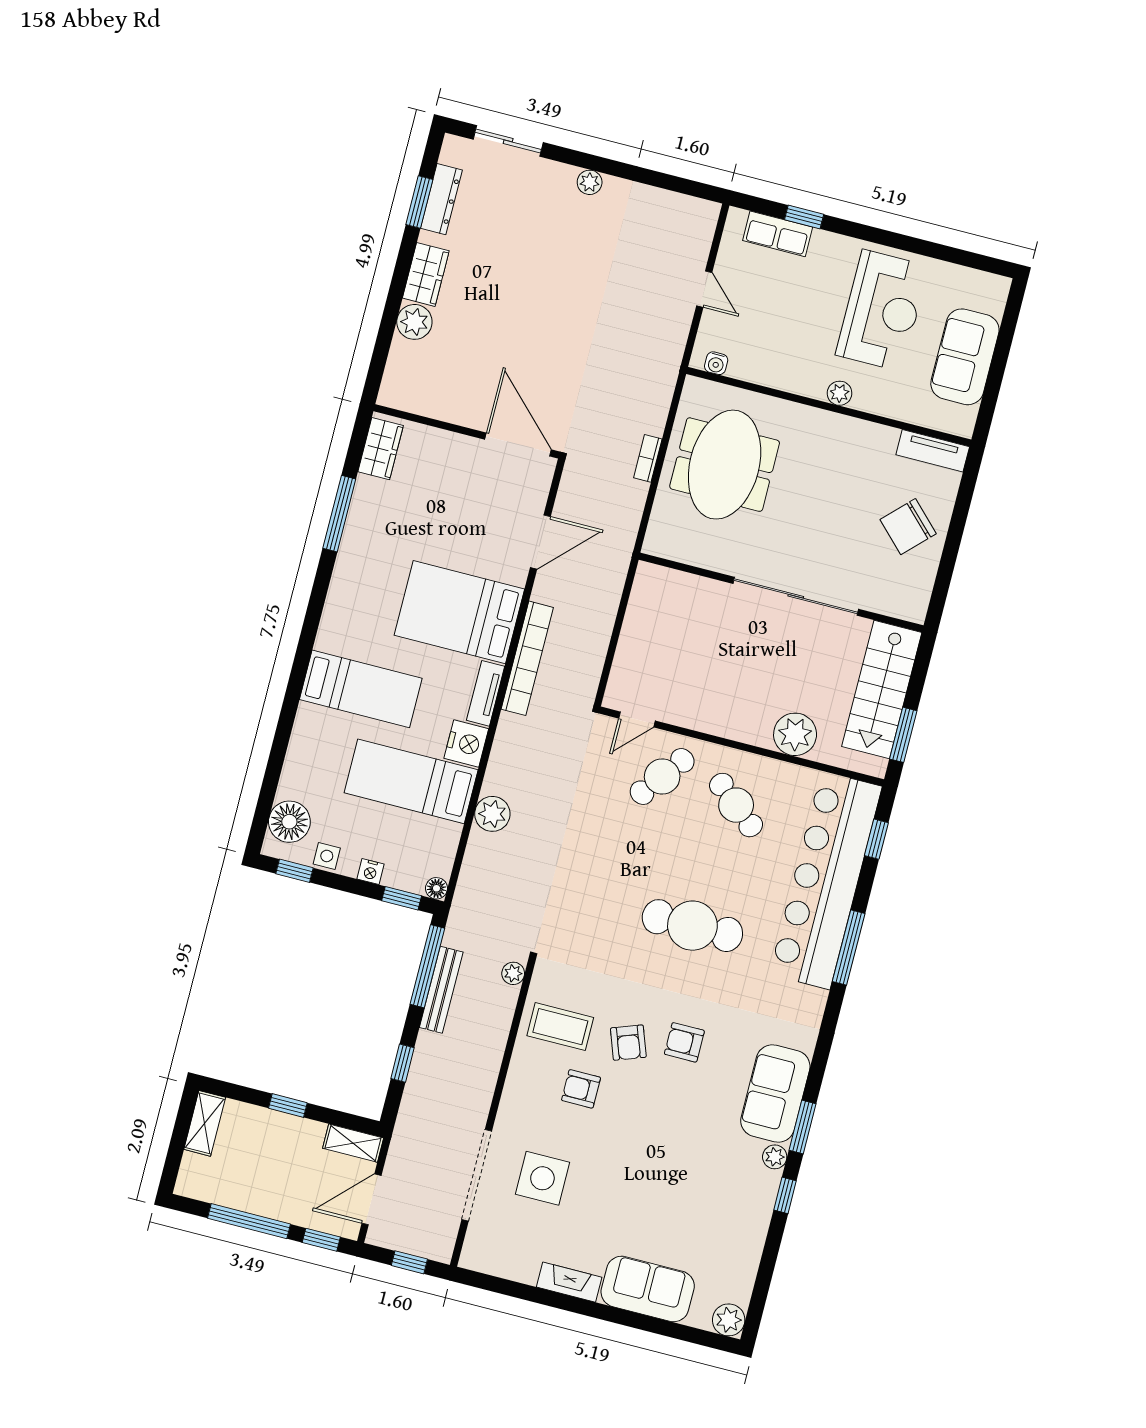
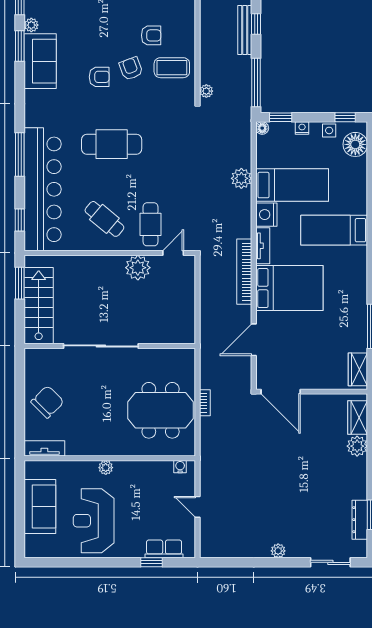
wardrobe: (426, 274) -> (358, 417), moved
meeting table: (725, 465) -> (161, 410), turned 90
plant: (795, 734) -> (138, 268), moved
cafe table: (662, 777) -> (151, 224), turned -37
bench: (441, 990) -> (245, 30), moved

